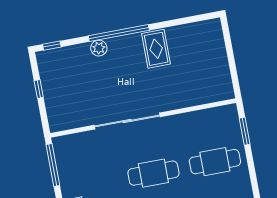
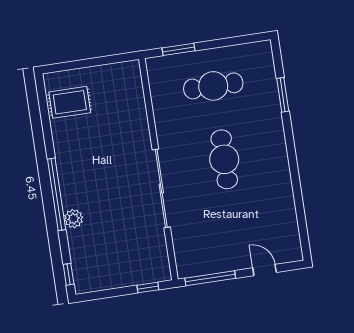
rug: (156, 49) -> (70, 102), moved
window: (39, 89) -> (148, 288), moved
cafe table: (215, 162) -> (213, 86), turned 90

